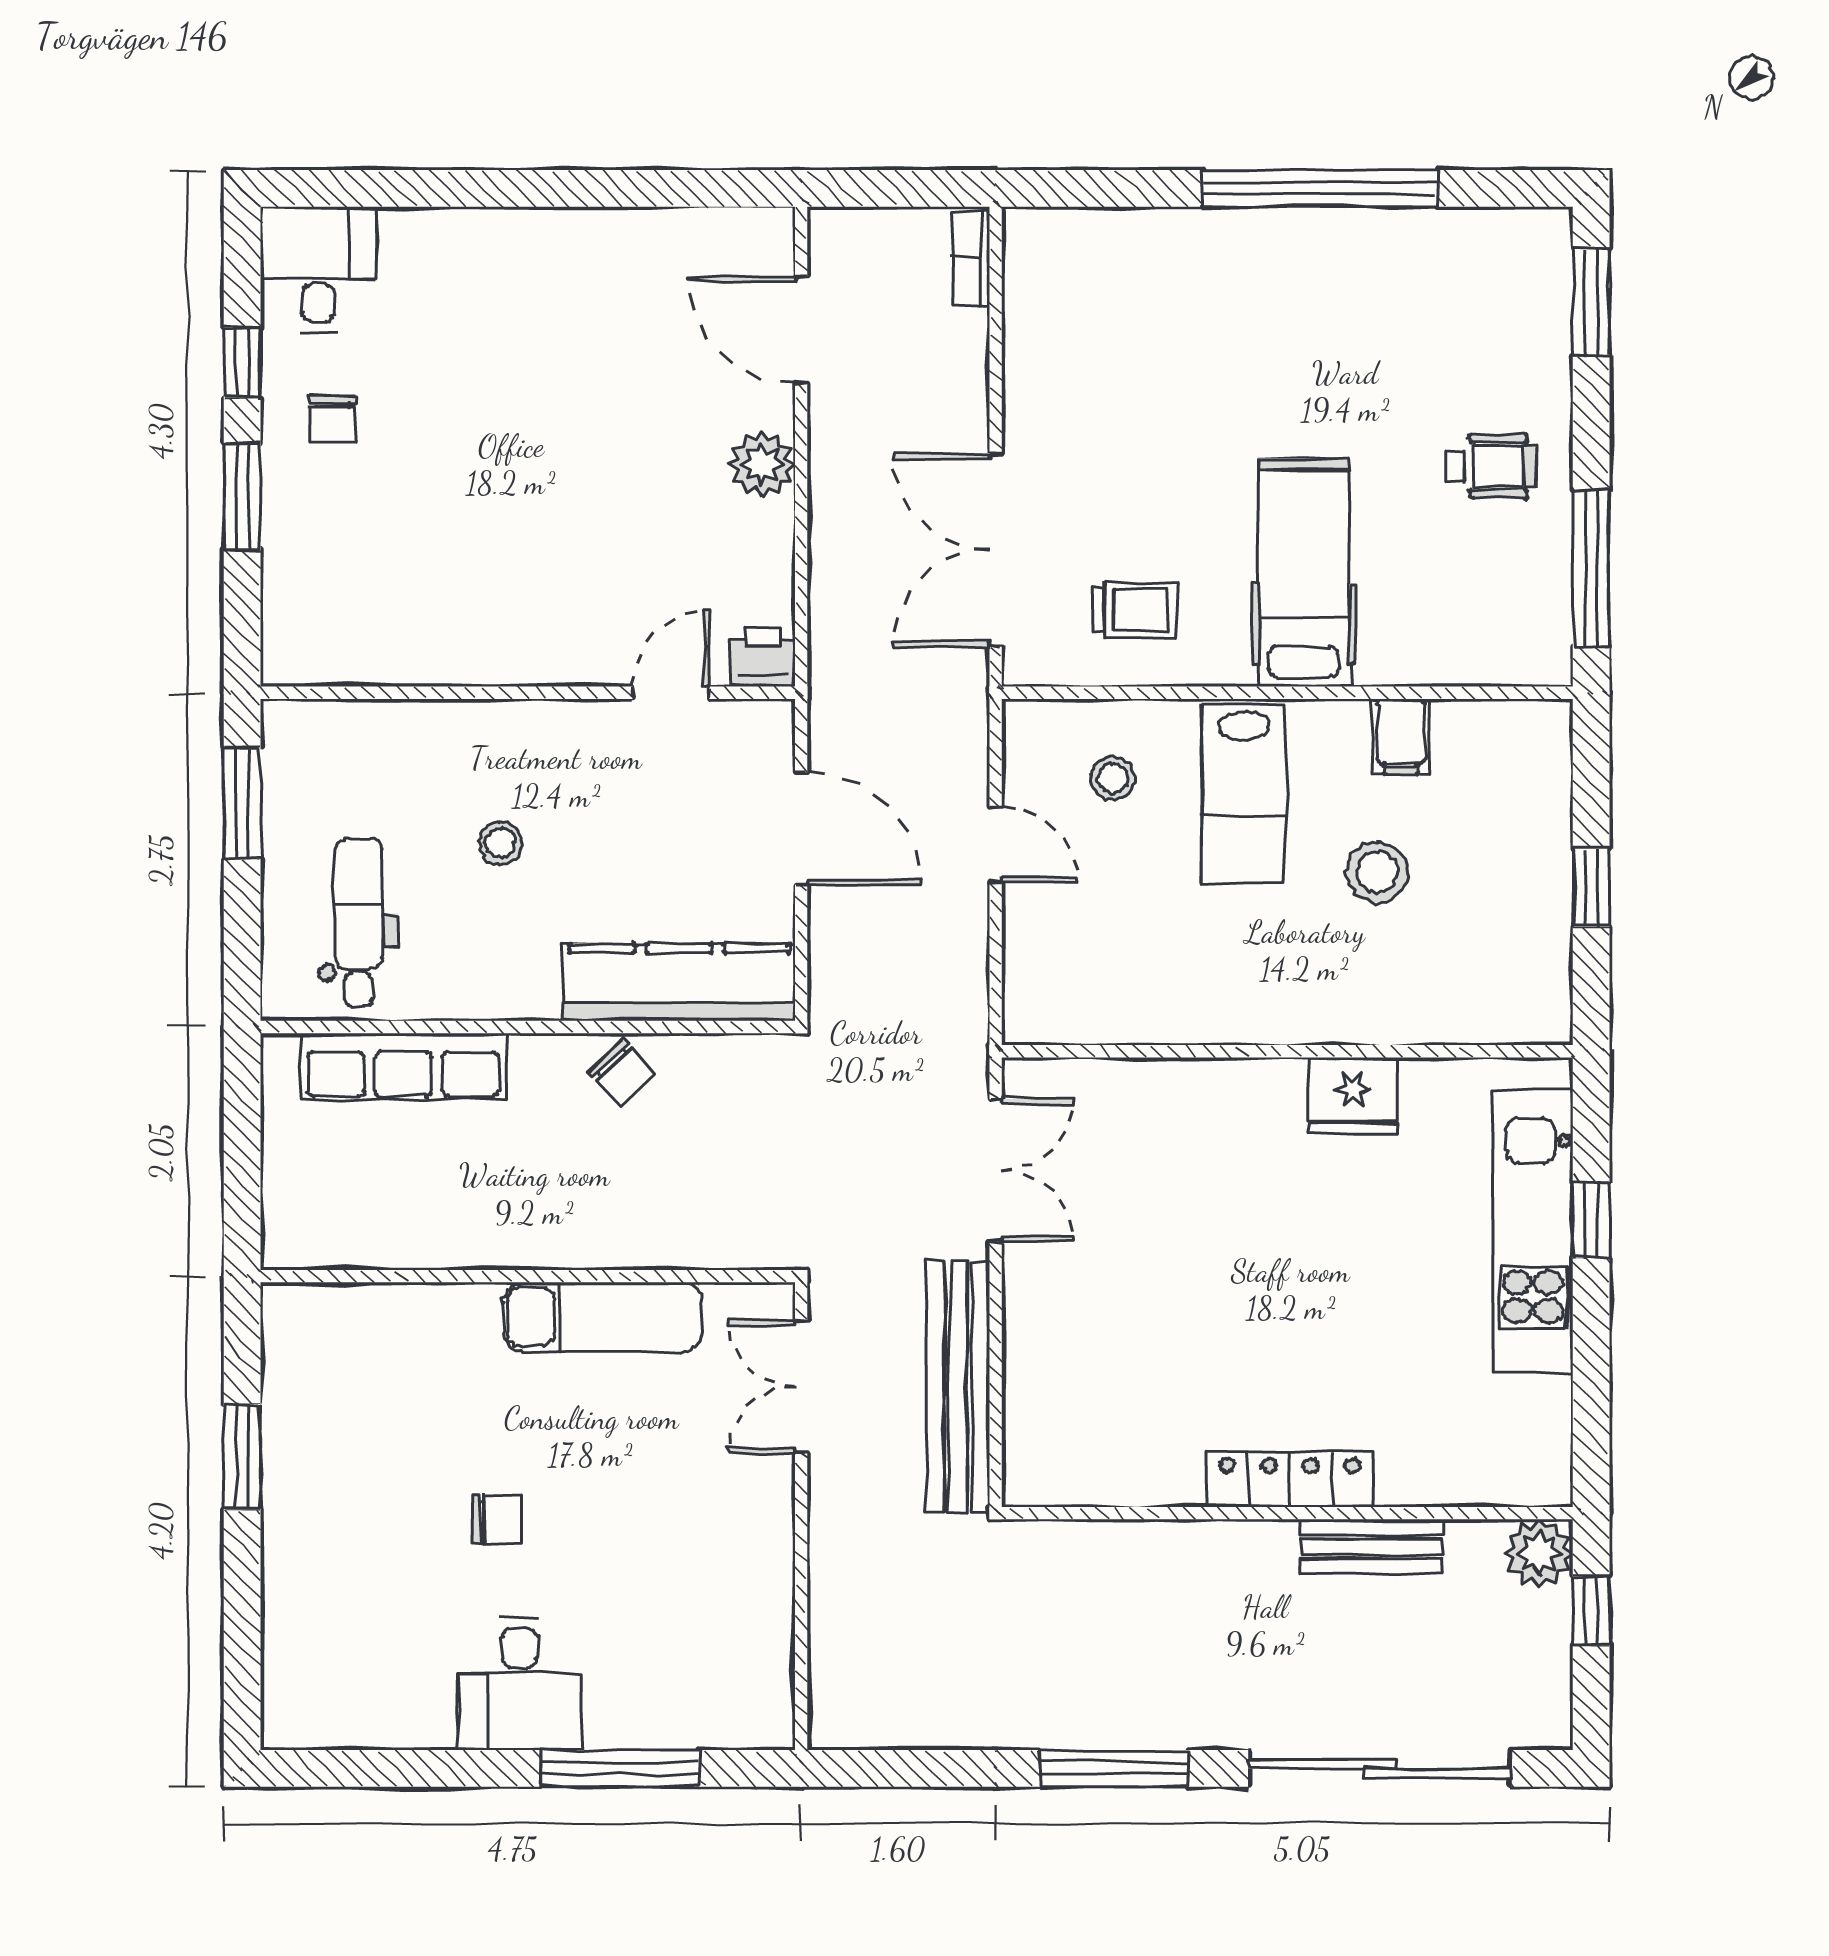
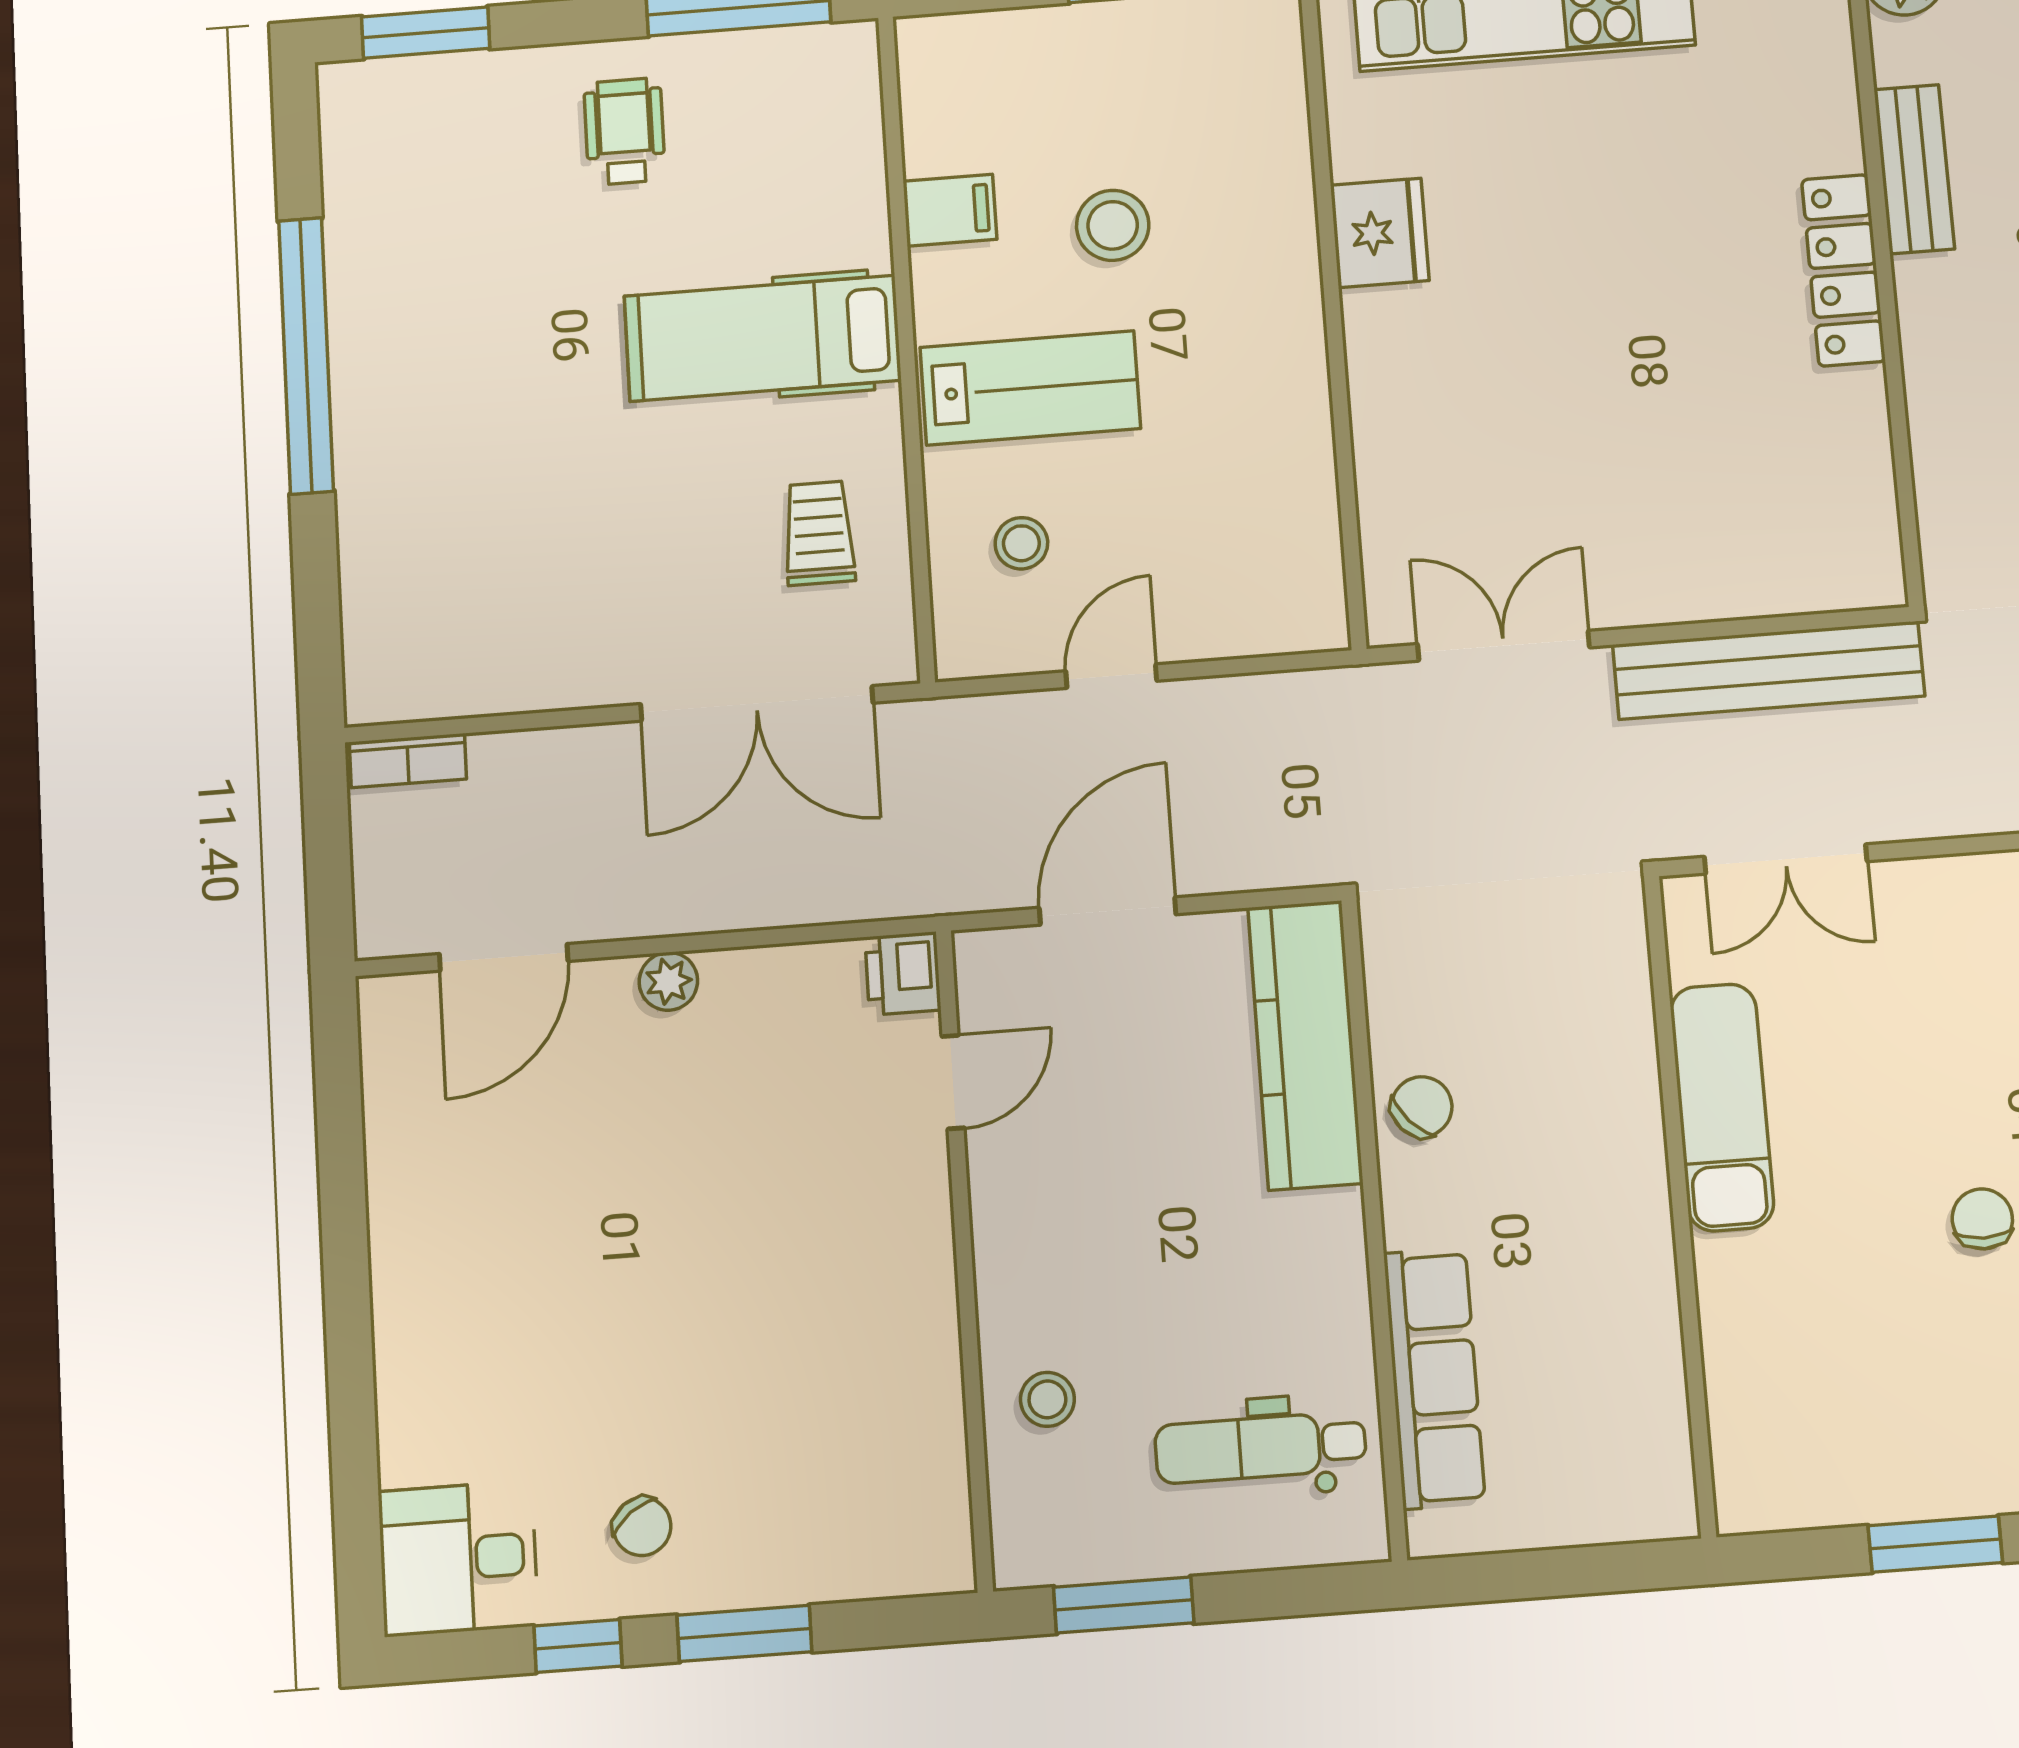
chair: (333, 419) -> (642, 1527), turned 53
plant: (762, 464) -> (668, 981), width x0.73, depth x0.73
door: (671, 693) -> (953, 1082), swing flipped
stool: (500, 843) -> (1047, 1399), moved

